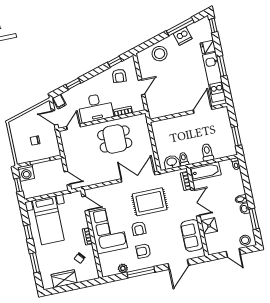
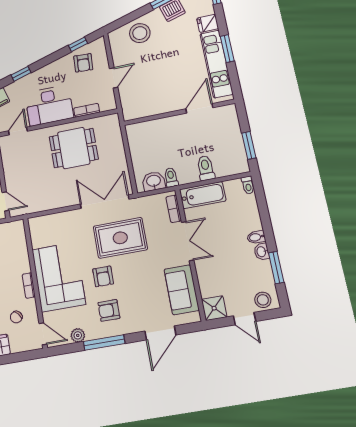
door: (85, 203) -> (43, 334), moved
shower: (209, 226) -> (214, 308), moved

